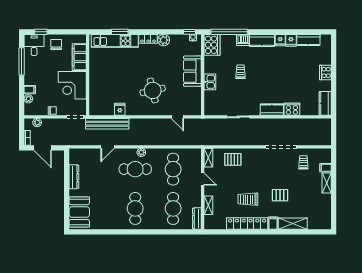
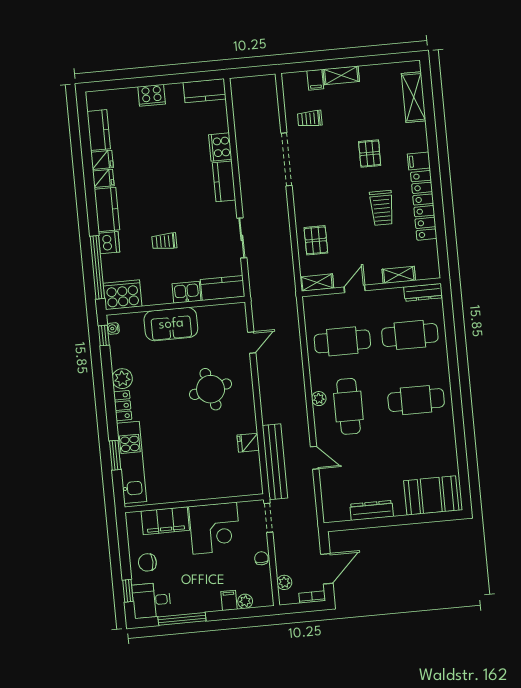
kitchen counter: (210, 103) -> (223, 288), added
shelving: (293, 224) -> (414, 97), moved

